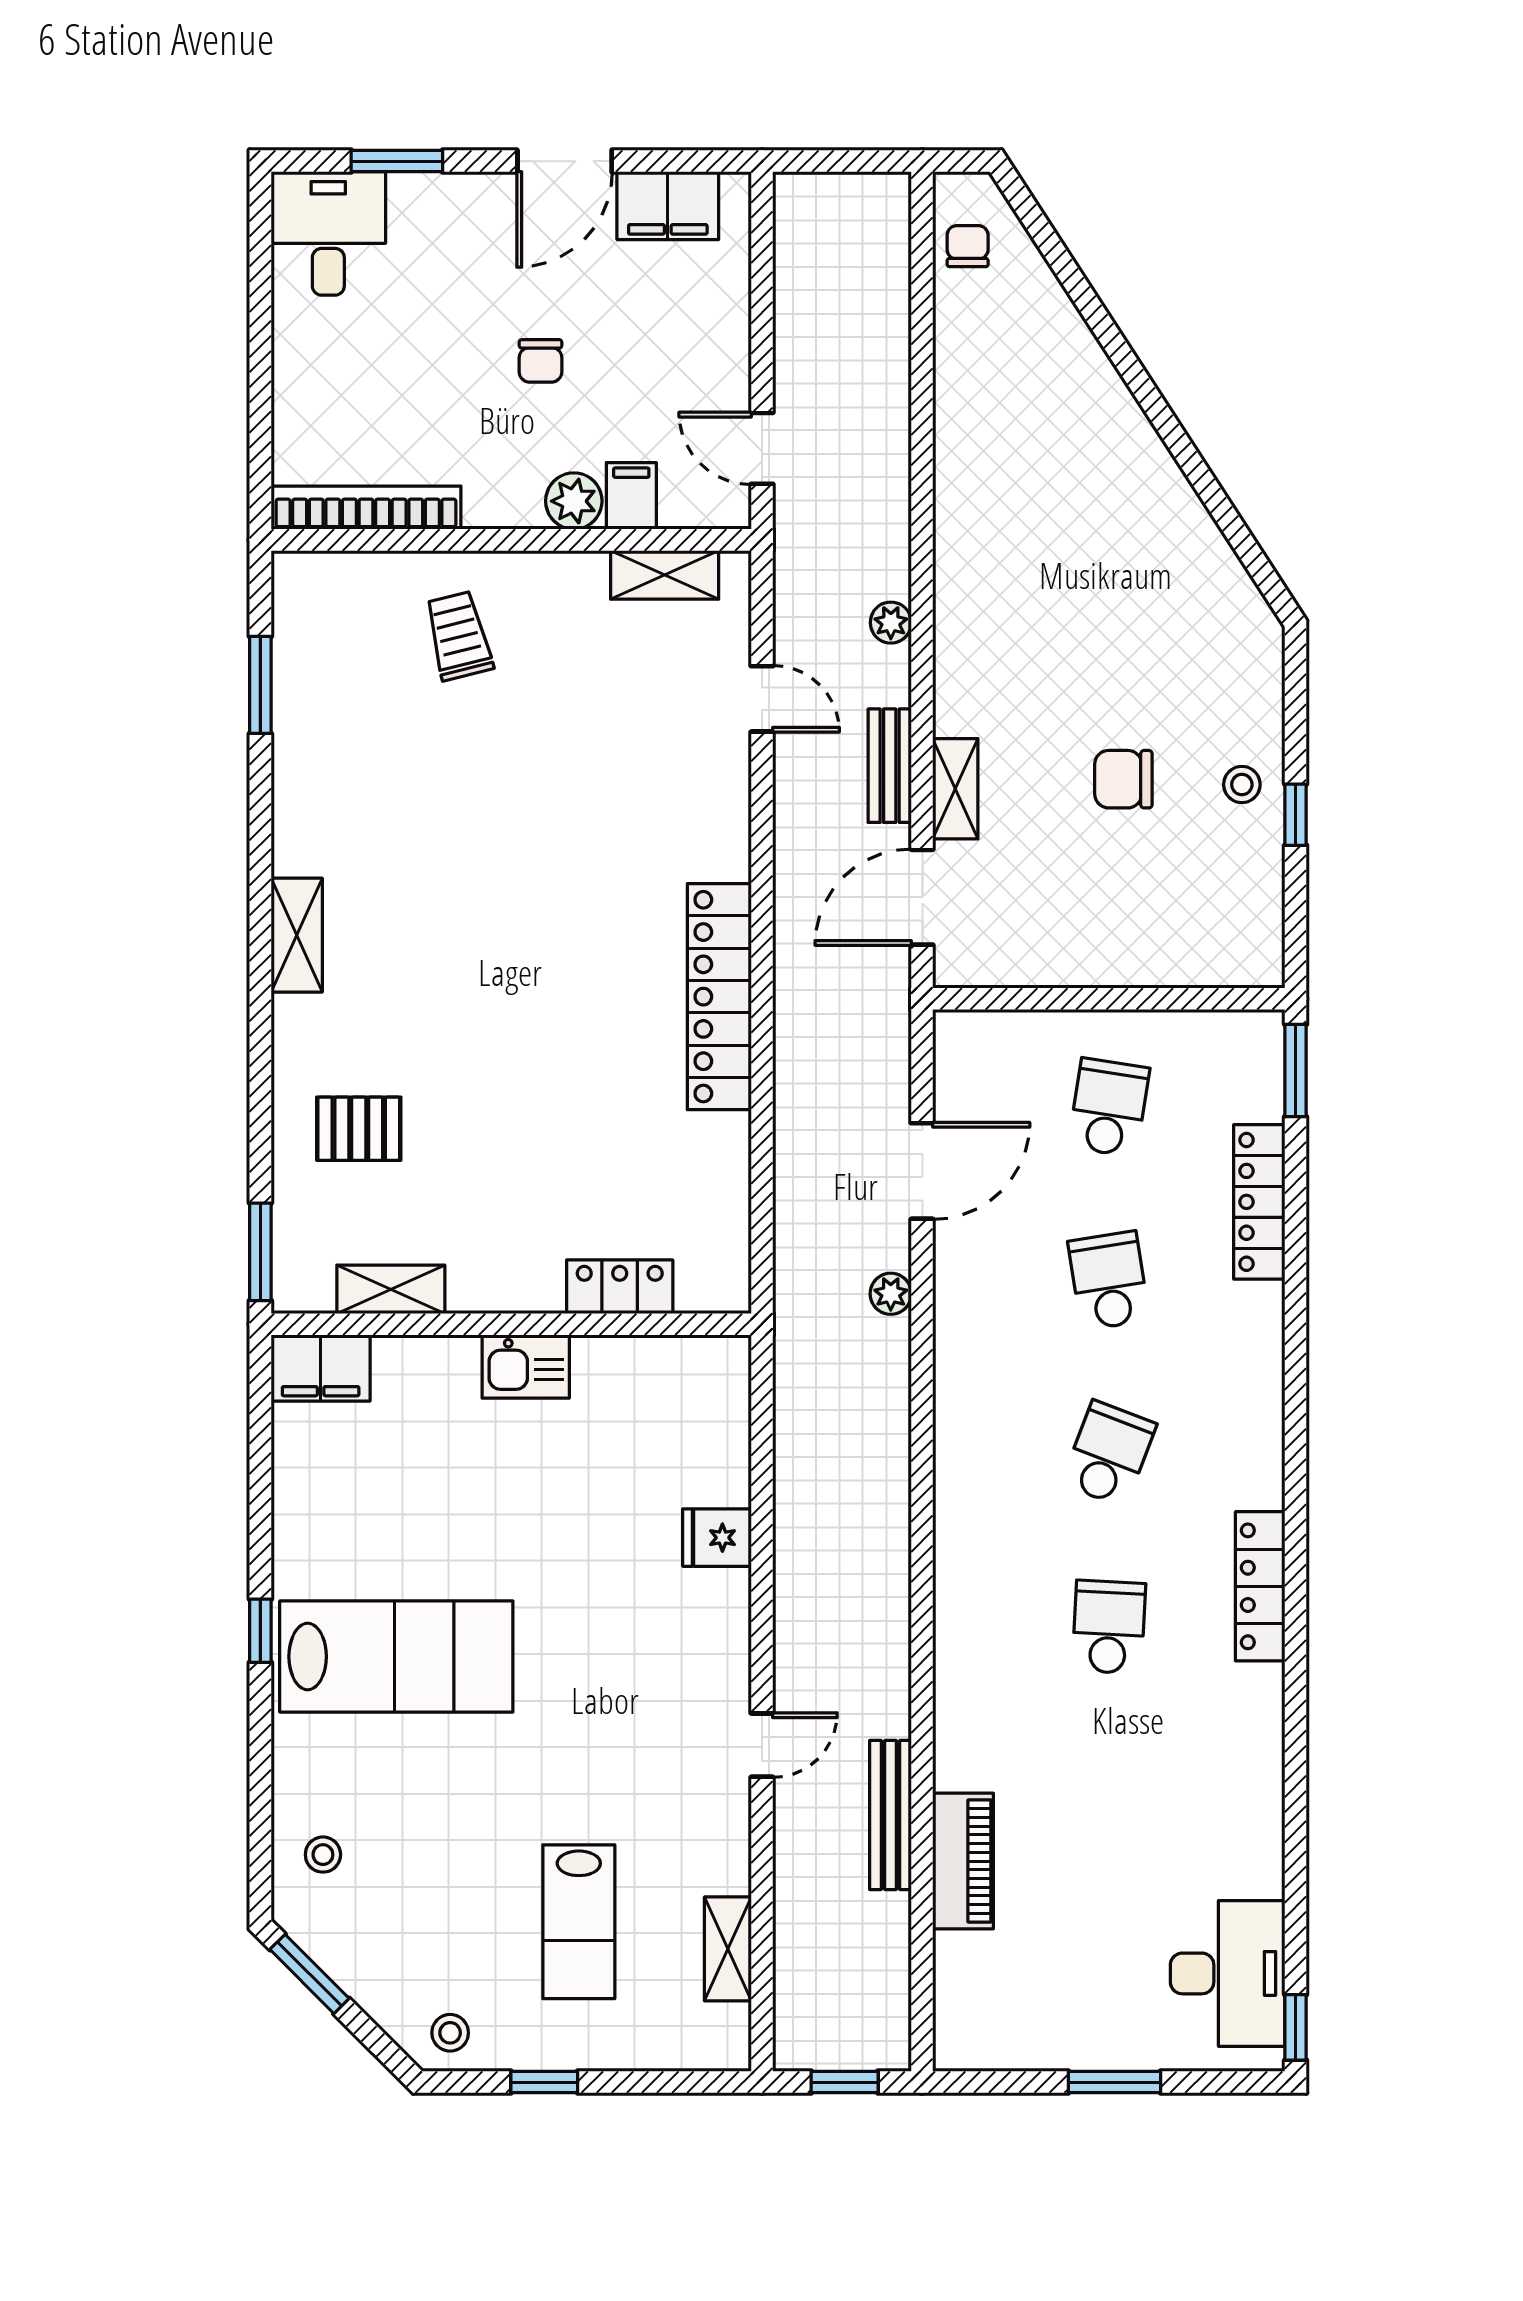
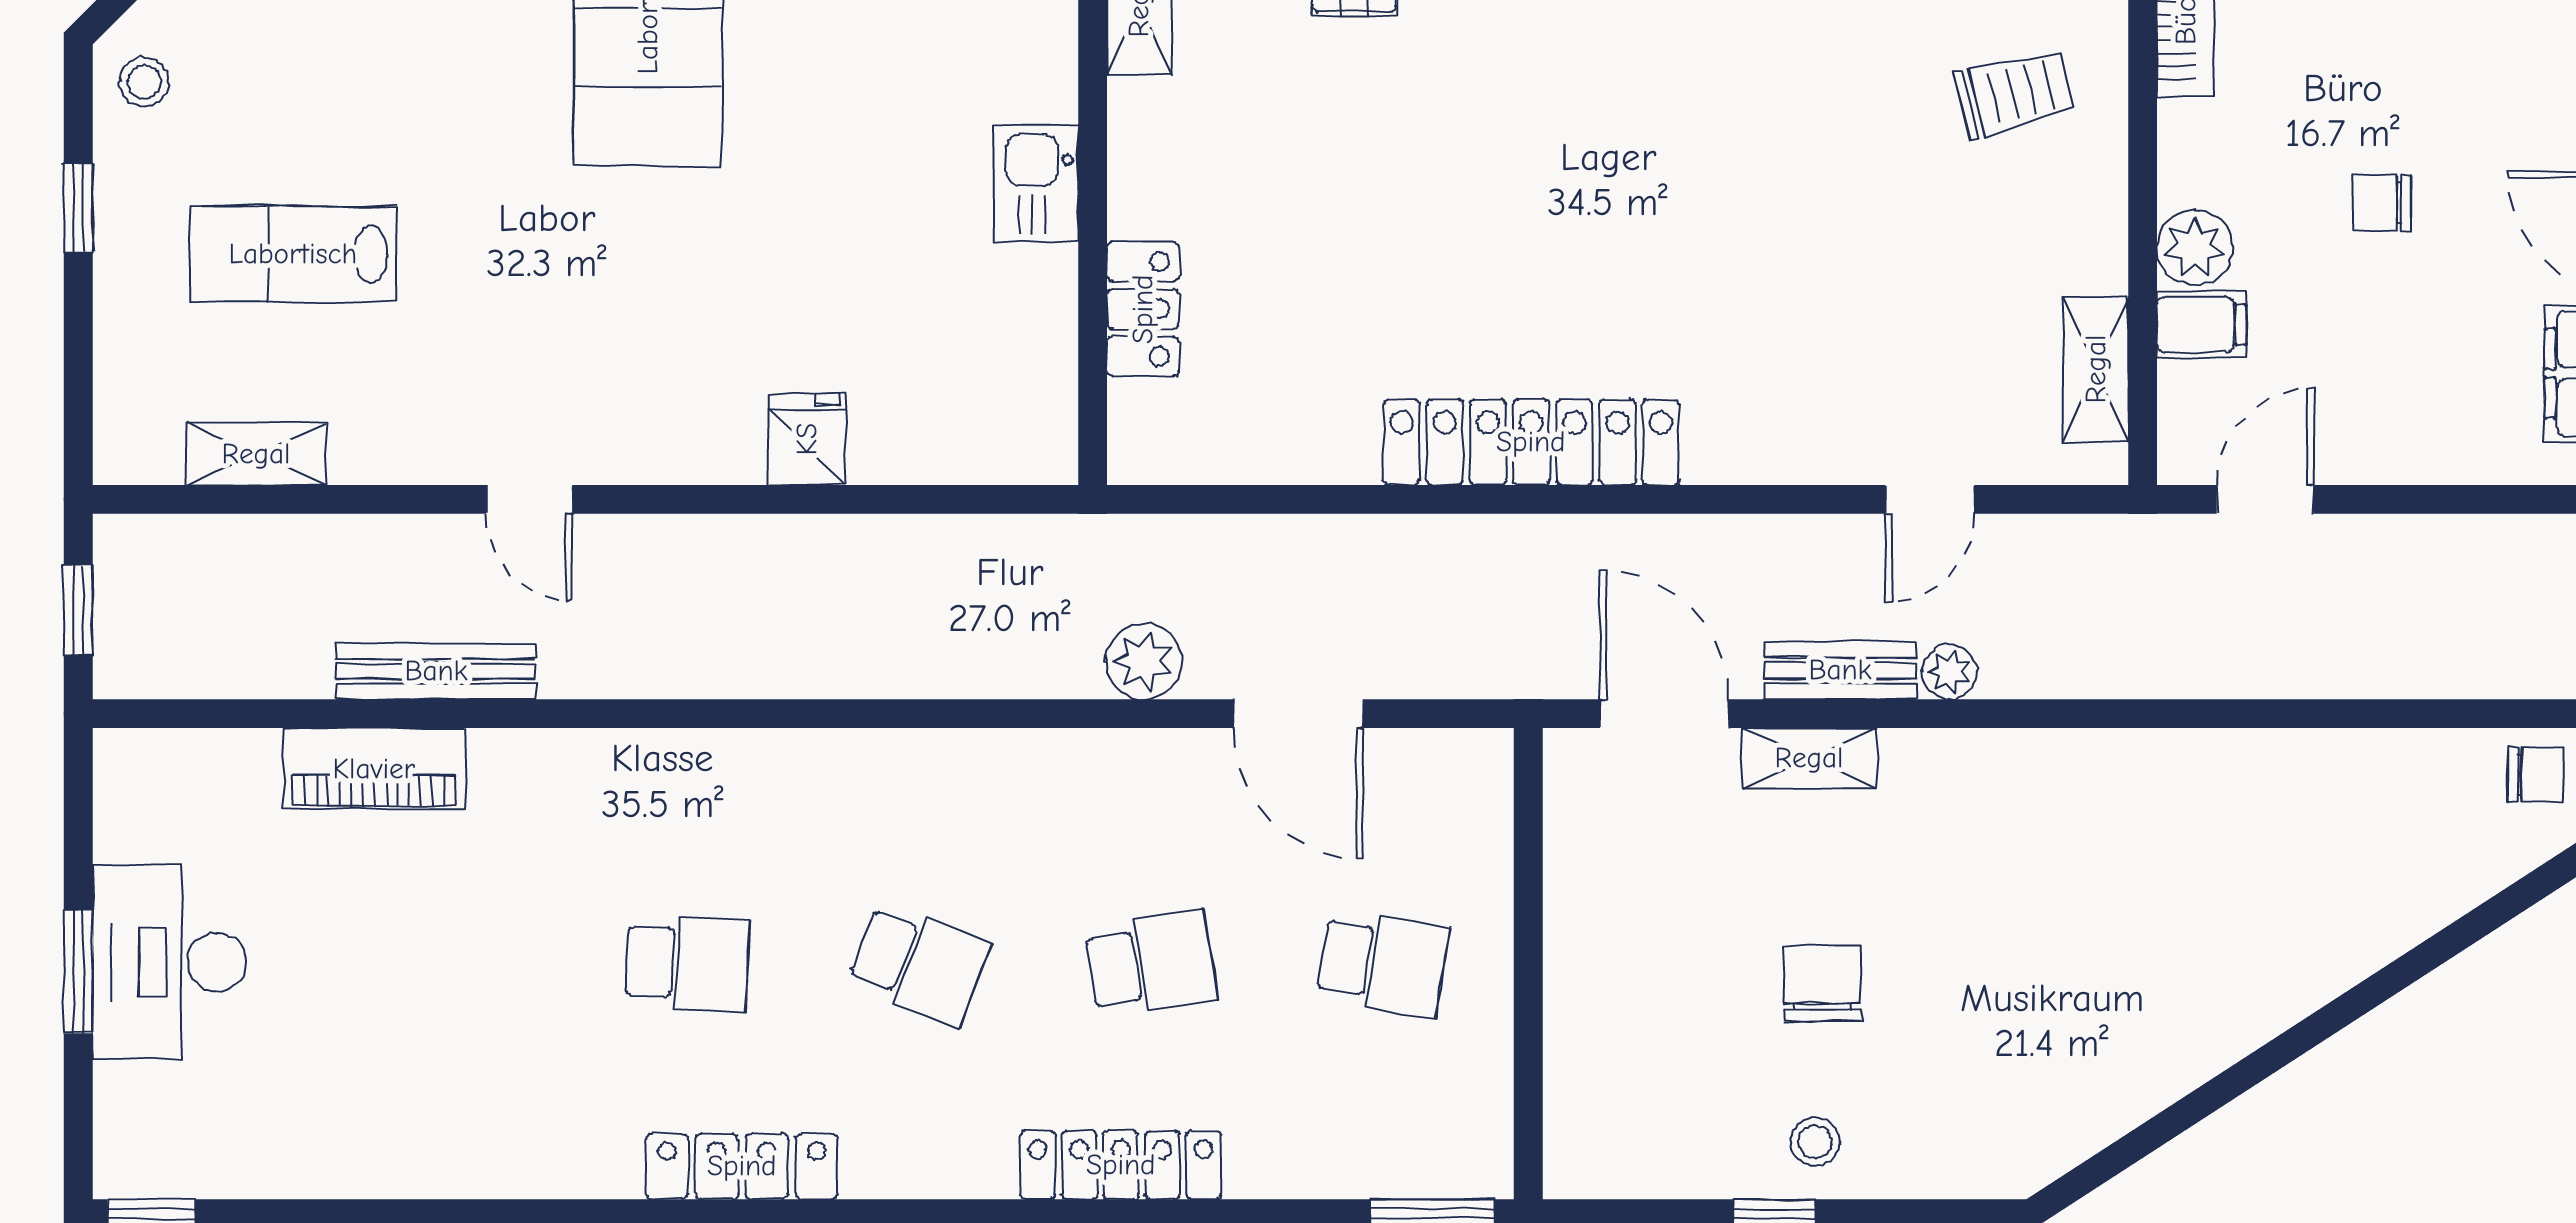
plant: (891, 623) -> (1950, 672), moved
locker: (1259, 1202) -> (1121, 1165), moved
plant: (891, 1294) -> (1144, 661), width x1.38, depth x1.38
desk: (1228, 1973) -> (169, 962), moved, turned 90

